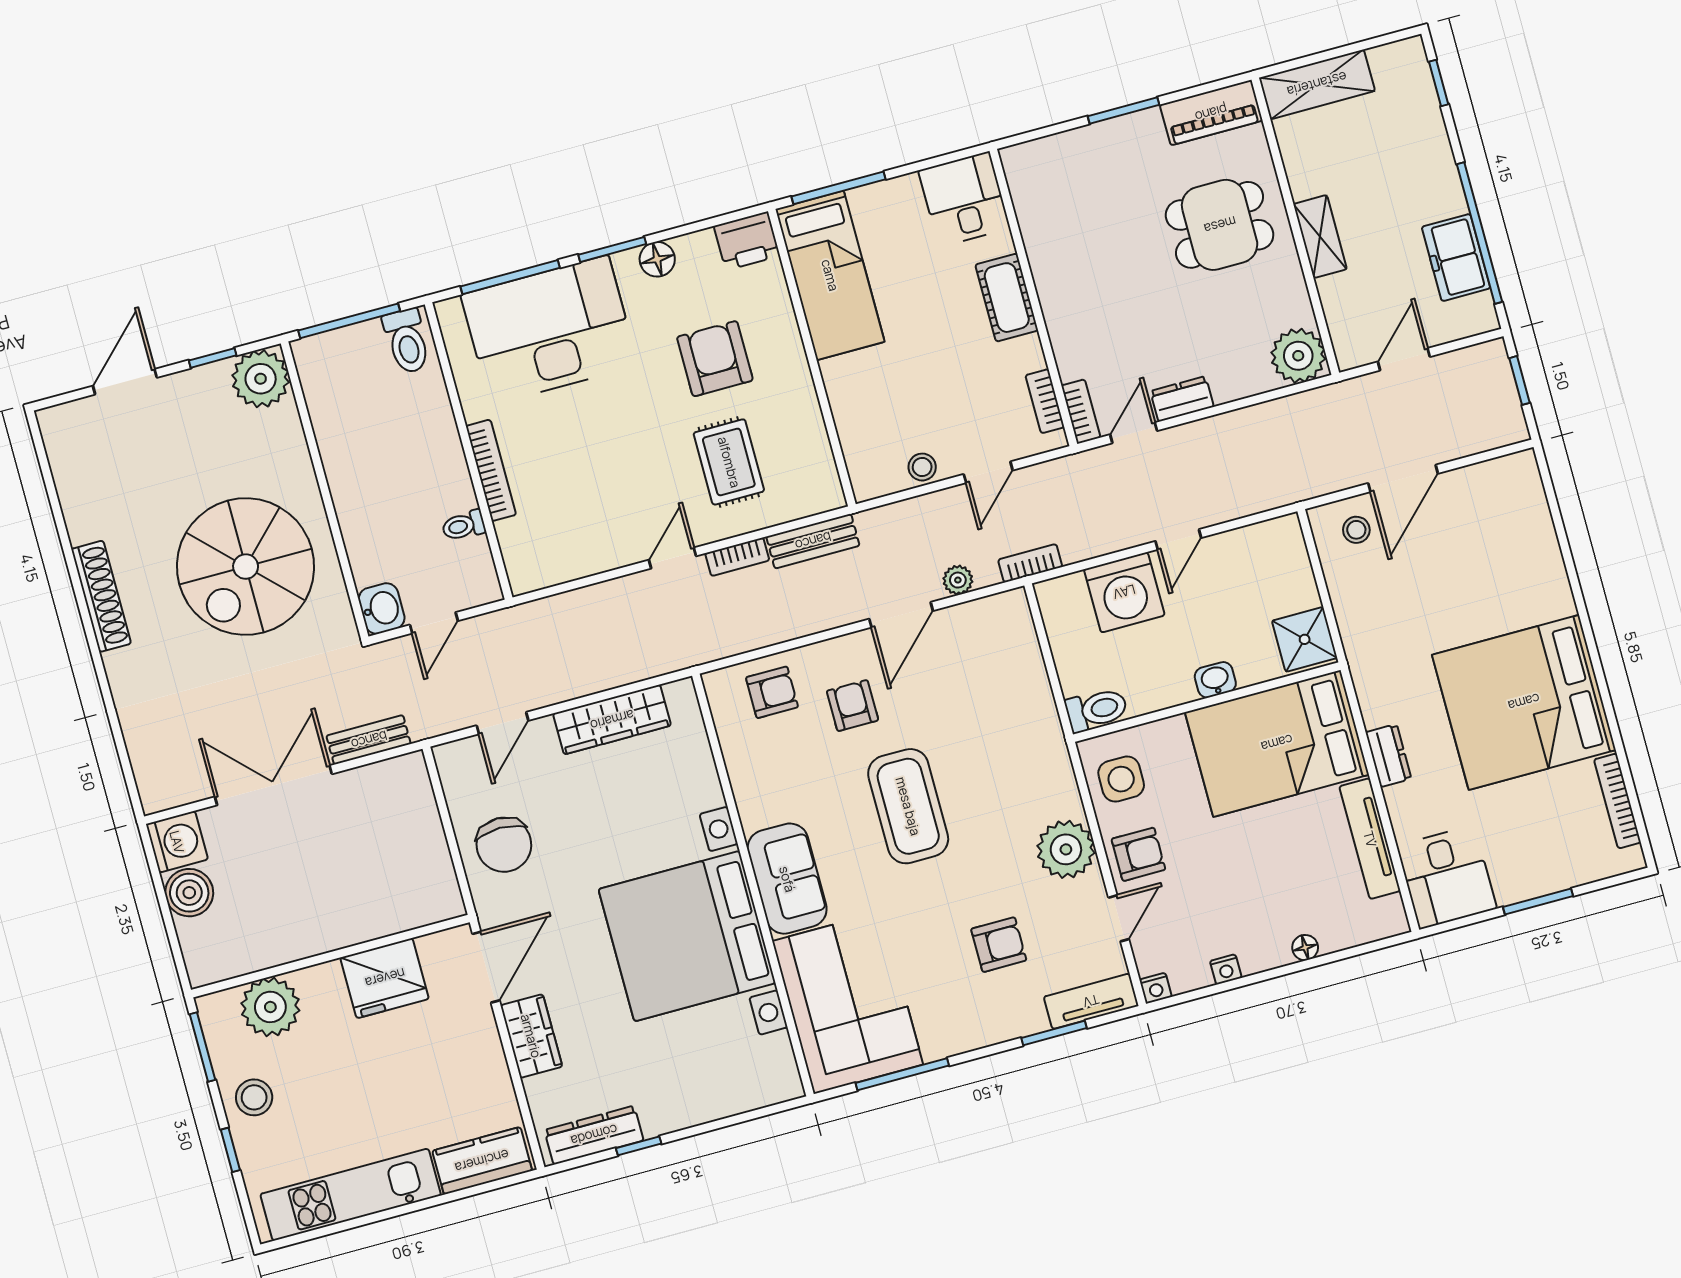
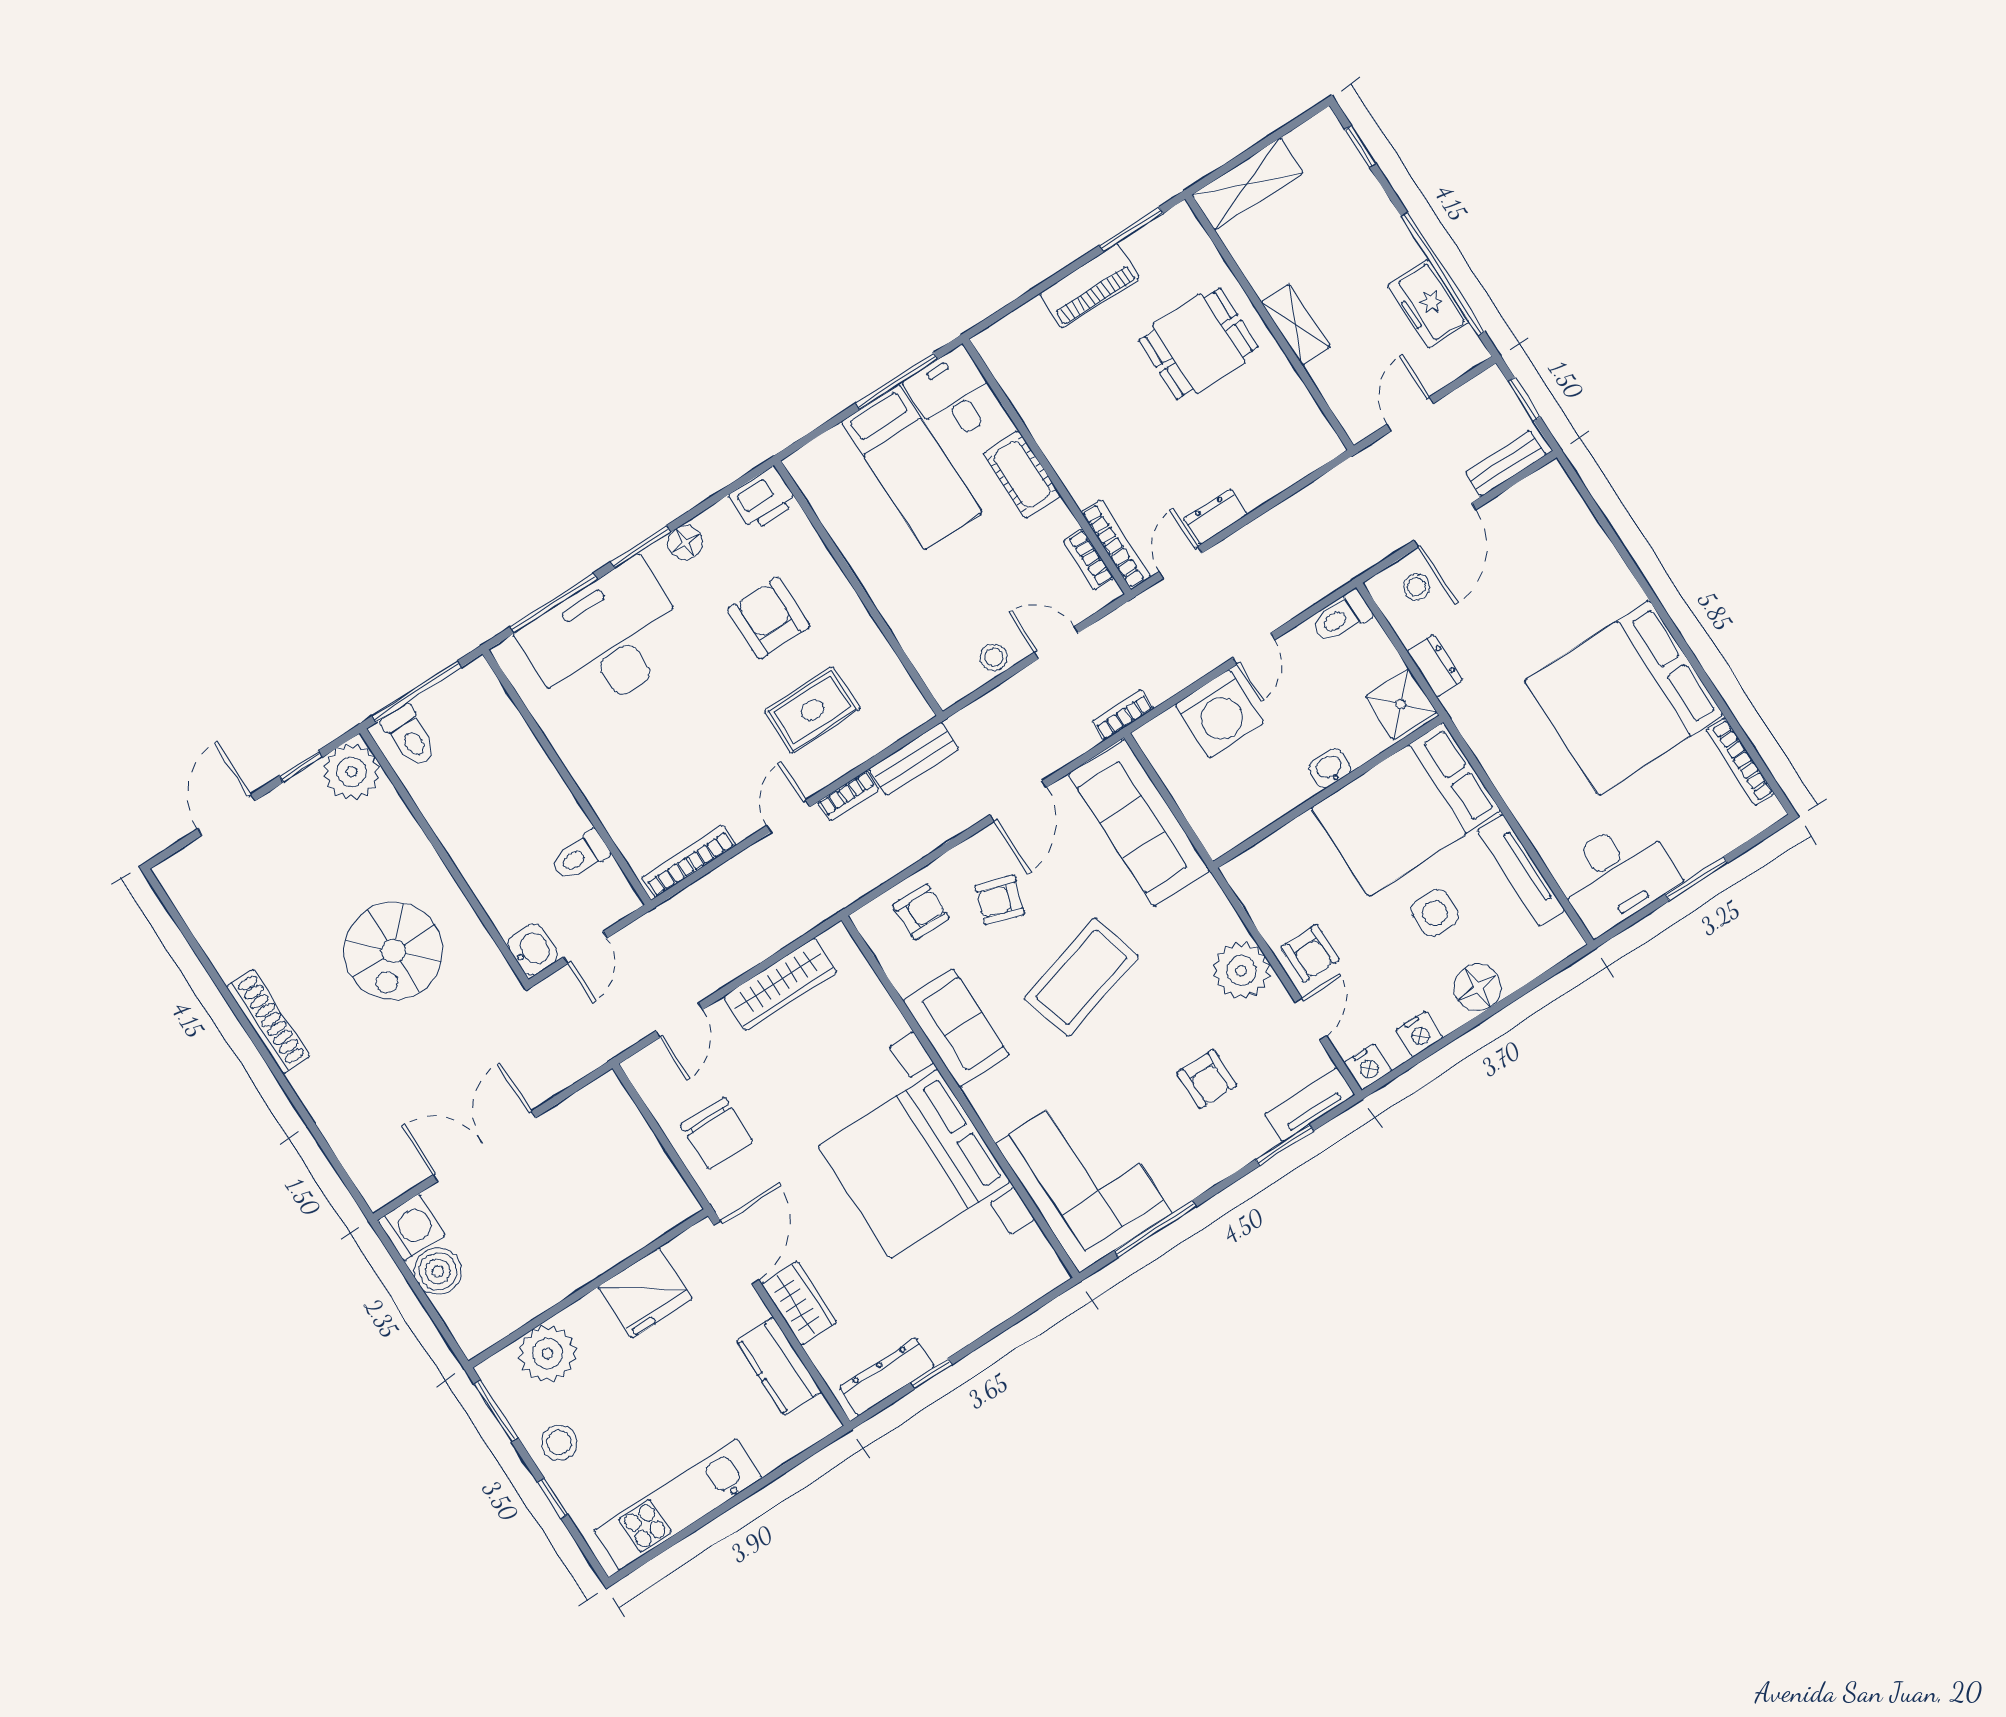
window: (1123, 110) -> (1131, 229), moved
piano: (1211, 113) -> (1089, 286), moved
window: (839, 188) -> (897, 381), moved
bed: (830, 275) -> (912, 467), moved
toilet: (407, 341) -> (410, 736), moved
plant: (1298, 356) -> (1311, 442), removed
bookcase: (1081, 412) -> (1116, 545), width x1.56
rug: (729, 462) -> (812, 710), turned 90
bookcase: (491, 470) -> (689, 861), moved, turned -90
door: (988, 472) -> (1057, 643), swing flipped
toilet: (464, 526) -> (580, 856), width x1.37, depth x1.39
spiral stairs: (246, 567) -> (393, 951), width x0.73, depth x0.73
plant: (958, 580) -> (1061, 752), removed
sofa: (1013, 674) -> (1139, 823), added
armchair: (852, 706) -> (1000, 900), turned -72
toilet: (1096, 710) -> (1341, 617), moved, turned 180
bench: (369, 740) -> (1506, 464), moved
dresser: (1388, 756) -> (1435, 666), moved
side table: (1121, 779) -> (1435, 913), moved
coffee table: (908, 806) -> (1081, 977), turned 74
armchair: (1138, 854) -> (1310, 954), turned 90
desk: (1447, 877) -> (1616, 875), width x1.37
sofa: (787, 879) -> (956, 1028), moved
armchair: (999, 945) -> (1207, 1079), turned 90
floor lamp: (1305, 948) -> (1478, 988), width x1.89, depth x1.89
nightstand: (1226, 969) -> (1419, 1034), width x1.39, depth x1.35
nightstand: (1156, 988) -> (1368, 1067), width x1.39, depth x1.35
kitchen counter: (482, 1161) -> (779, 1366), moved, turned -90

